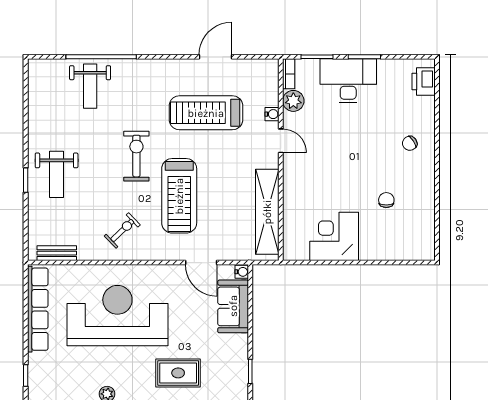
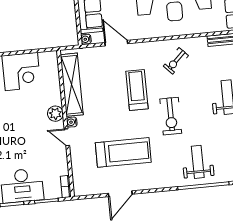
weight bench: (90, 86) -> (198, 162), moved
plant: (293, 101) -> (55, 114), moved
water cooler: (272, 114) -> (72, 122), moved
treadmill: (179, 196) -> (137, 90), width x0.73, depth x0.73

